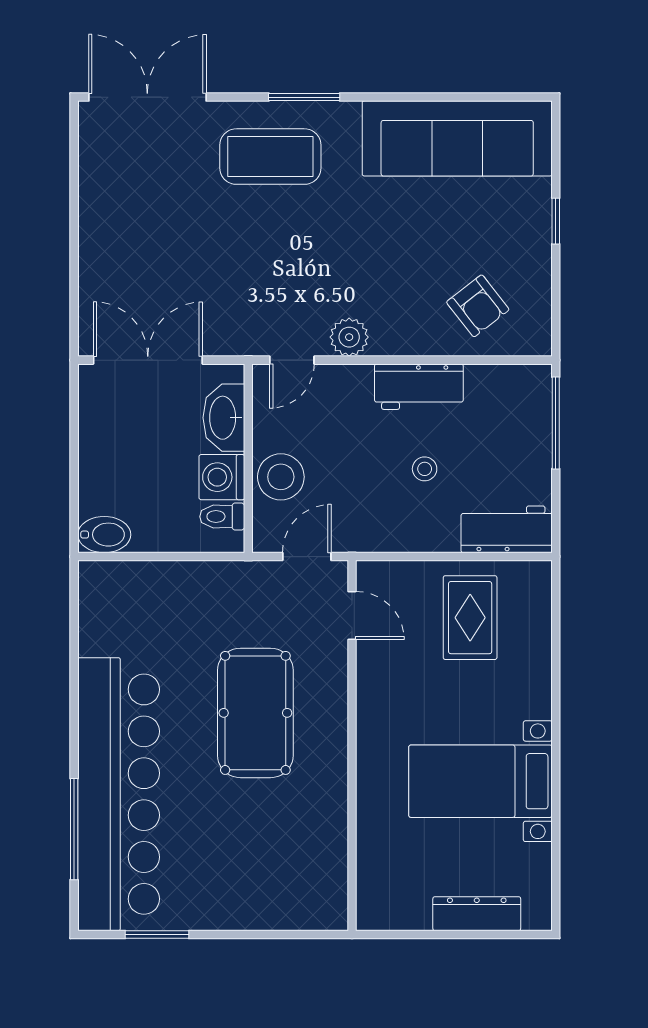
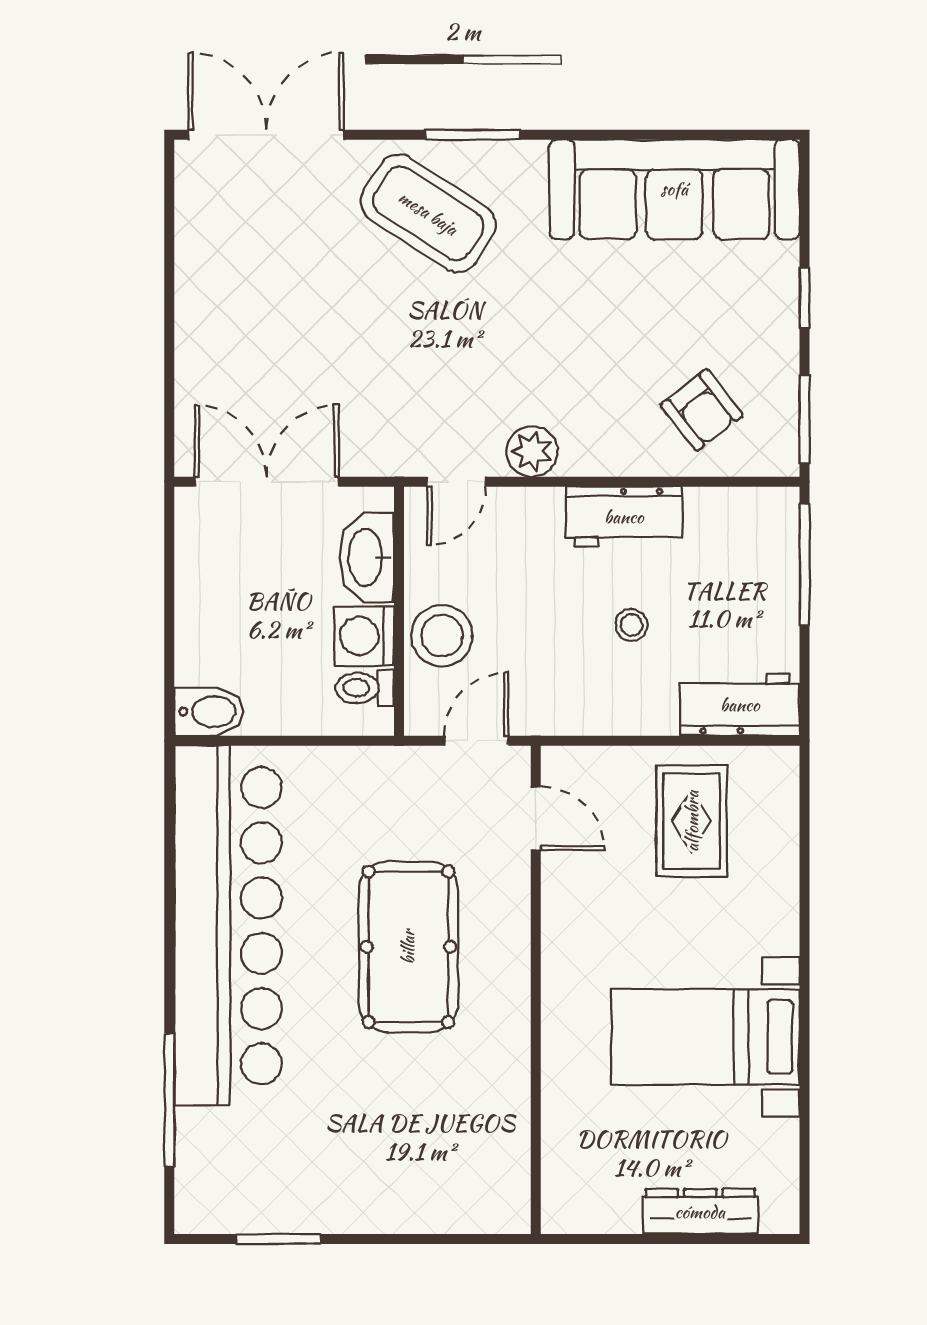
coffee table: (270, 157) -> (428, 213), turned 33
window: (556, 313) -> (805, 419), added
bar counter: (119, 794) -> (228, 926), moved

